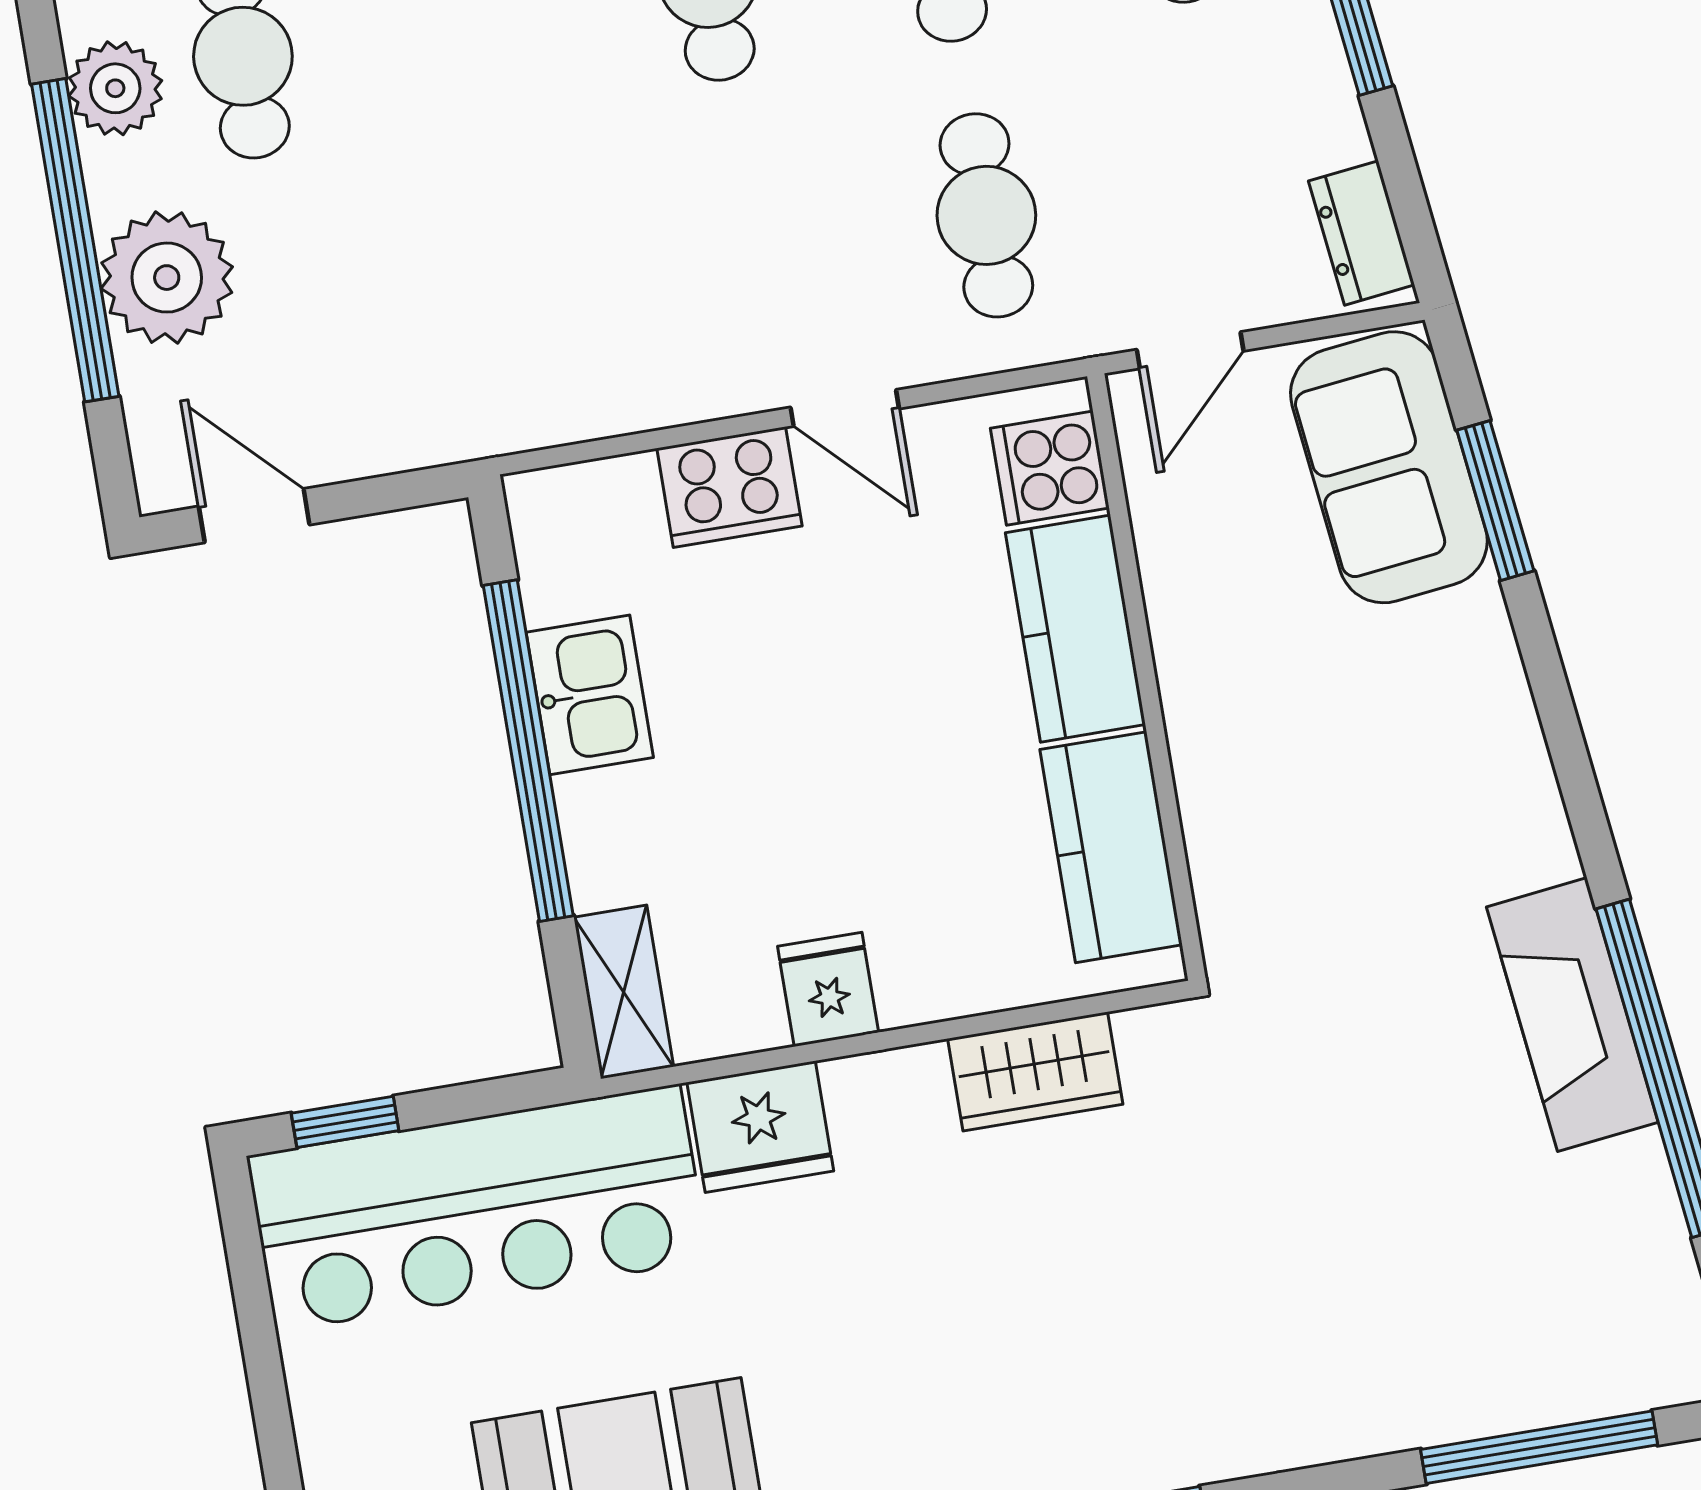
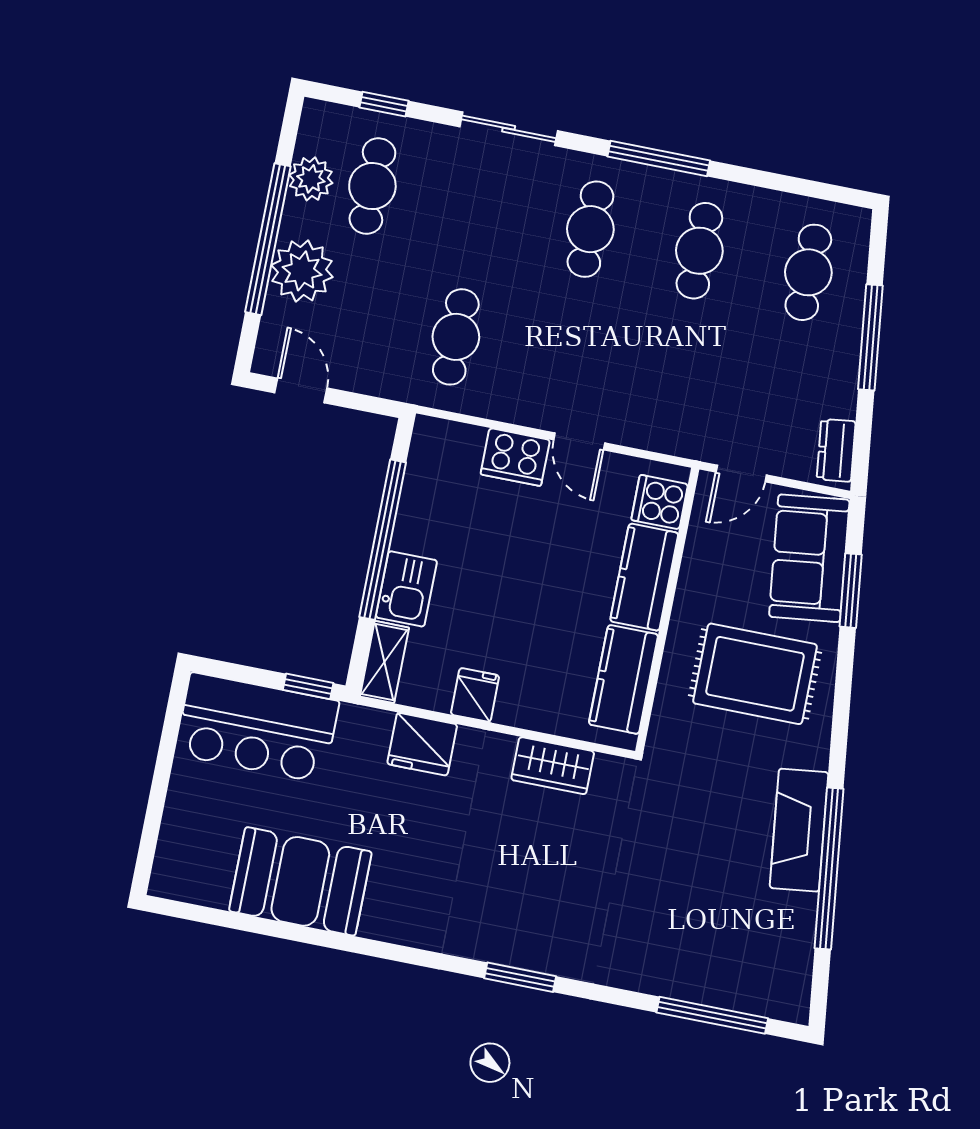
cafe table: (986, 215) -> (456, 337), moved
kitchen sink: (590, 695) -> (406, 589), moved
rug: (1368, 737) -> (755, 674), added
window: (345, 1122) -> (308, 686), moved
bar counter: (478, 1208) -> (257, 728), width x0.73

